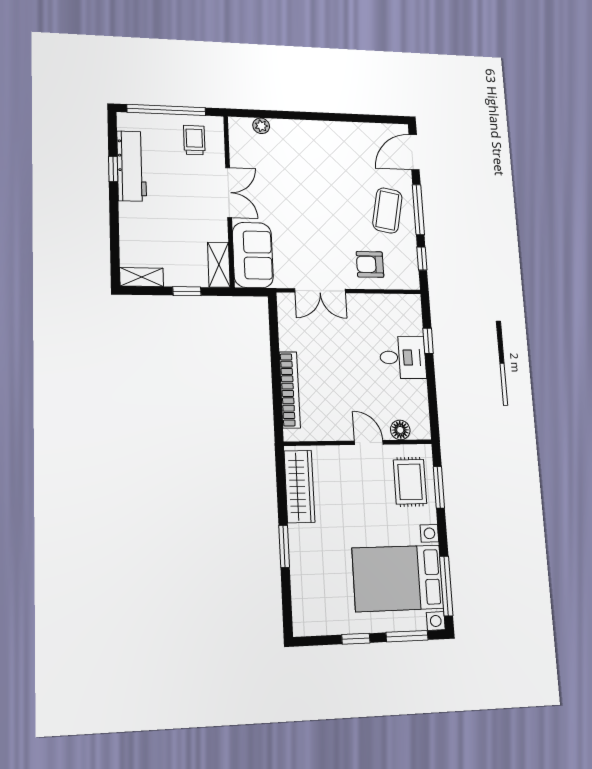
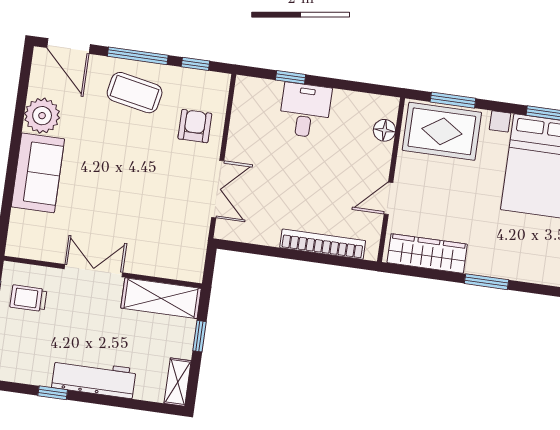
plant: (261, 126) -> (42, 116), moved, width x1.88, depth x1.88
workbench: (132, 166) -> (94, 378), moved
sofa: (253, 255) -> (38, 173), moved, turned 90
armchair: (370, 264) -> (195, 126), turned 180
shelving: (219, 265) -> (161, 298), width x1.50, depth x1.33
door: (369, 443) -> (388, 198), moved
rug: (410, 482) -> (442, 131), width x1.36, depth x1.43

